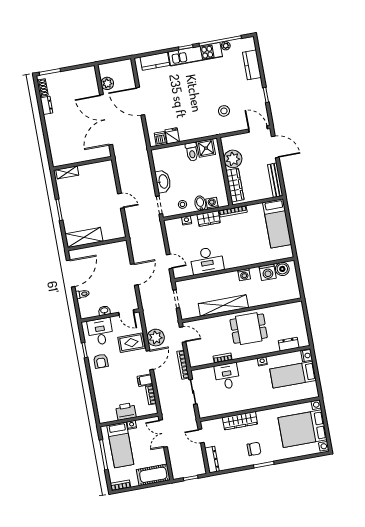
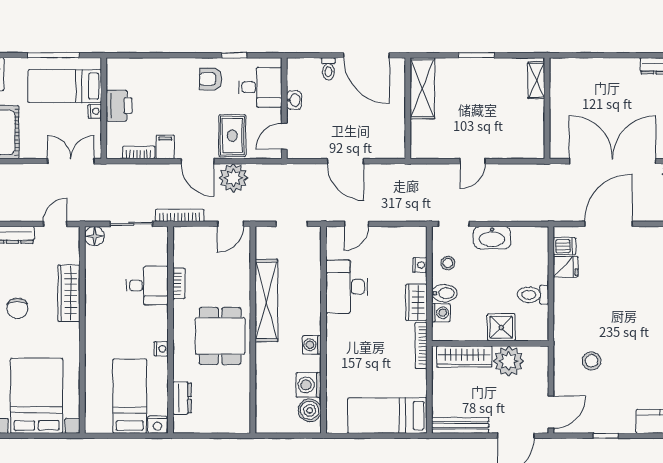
door: (140, 101) -> (609, 224), moved
shower: (206, 148) -> (501, 327), moved
floor lamp: (204, 412) -> (94, 236), added

